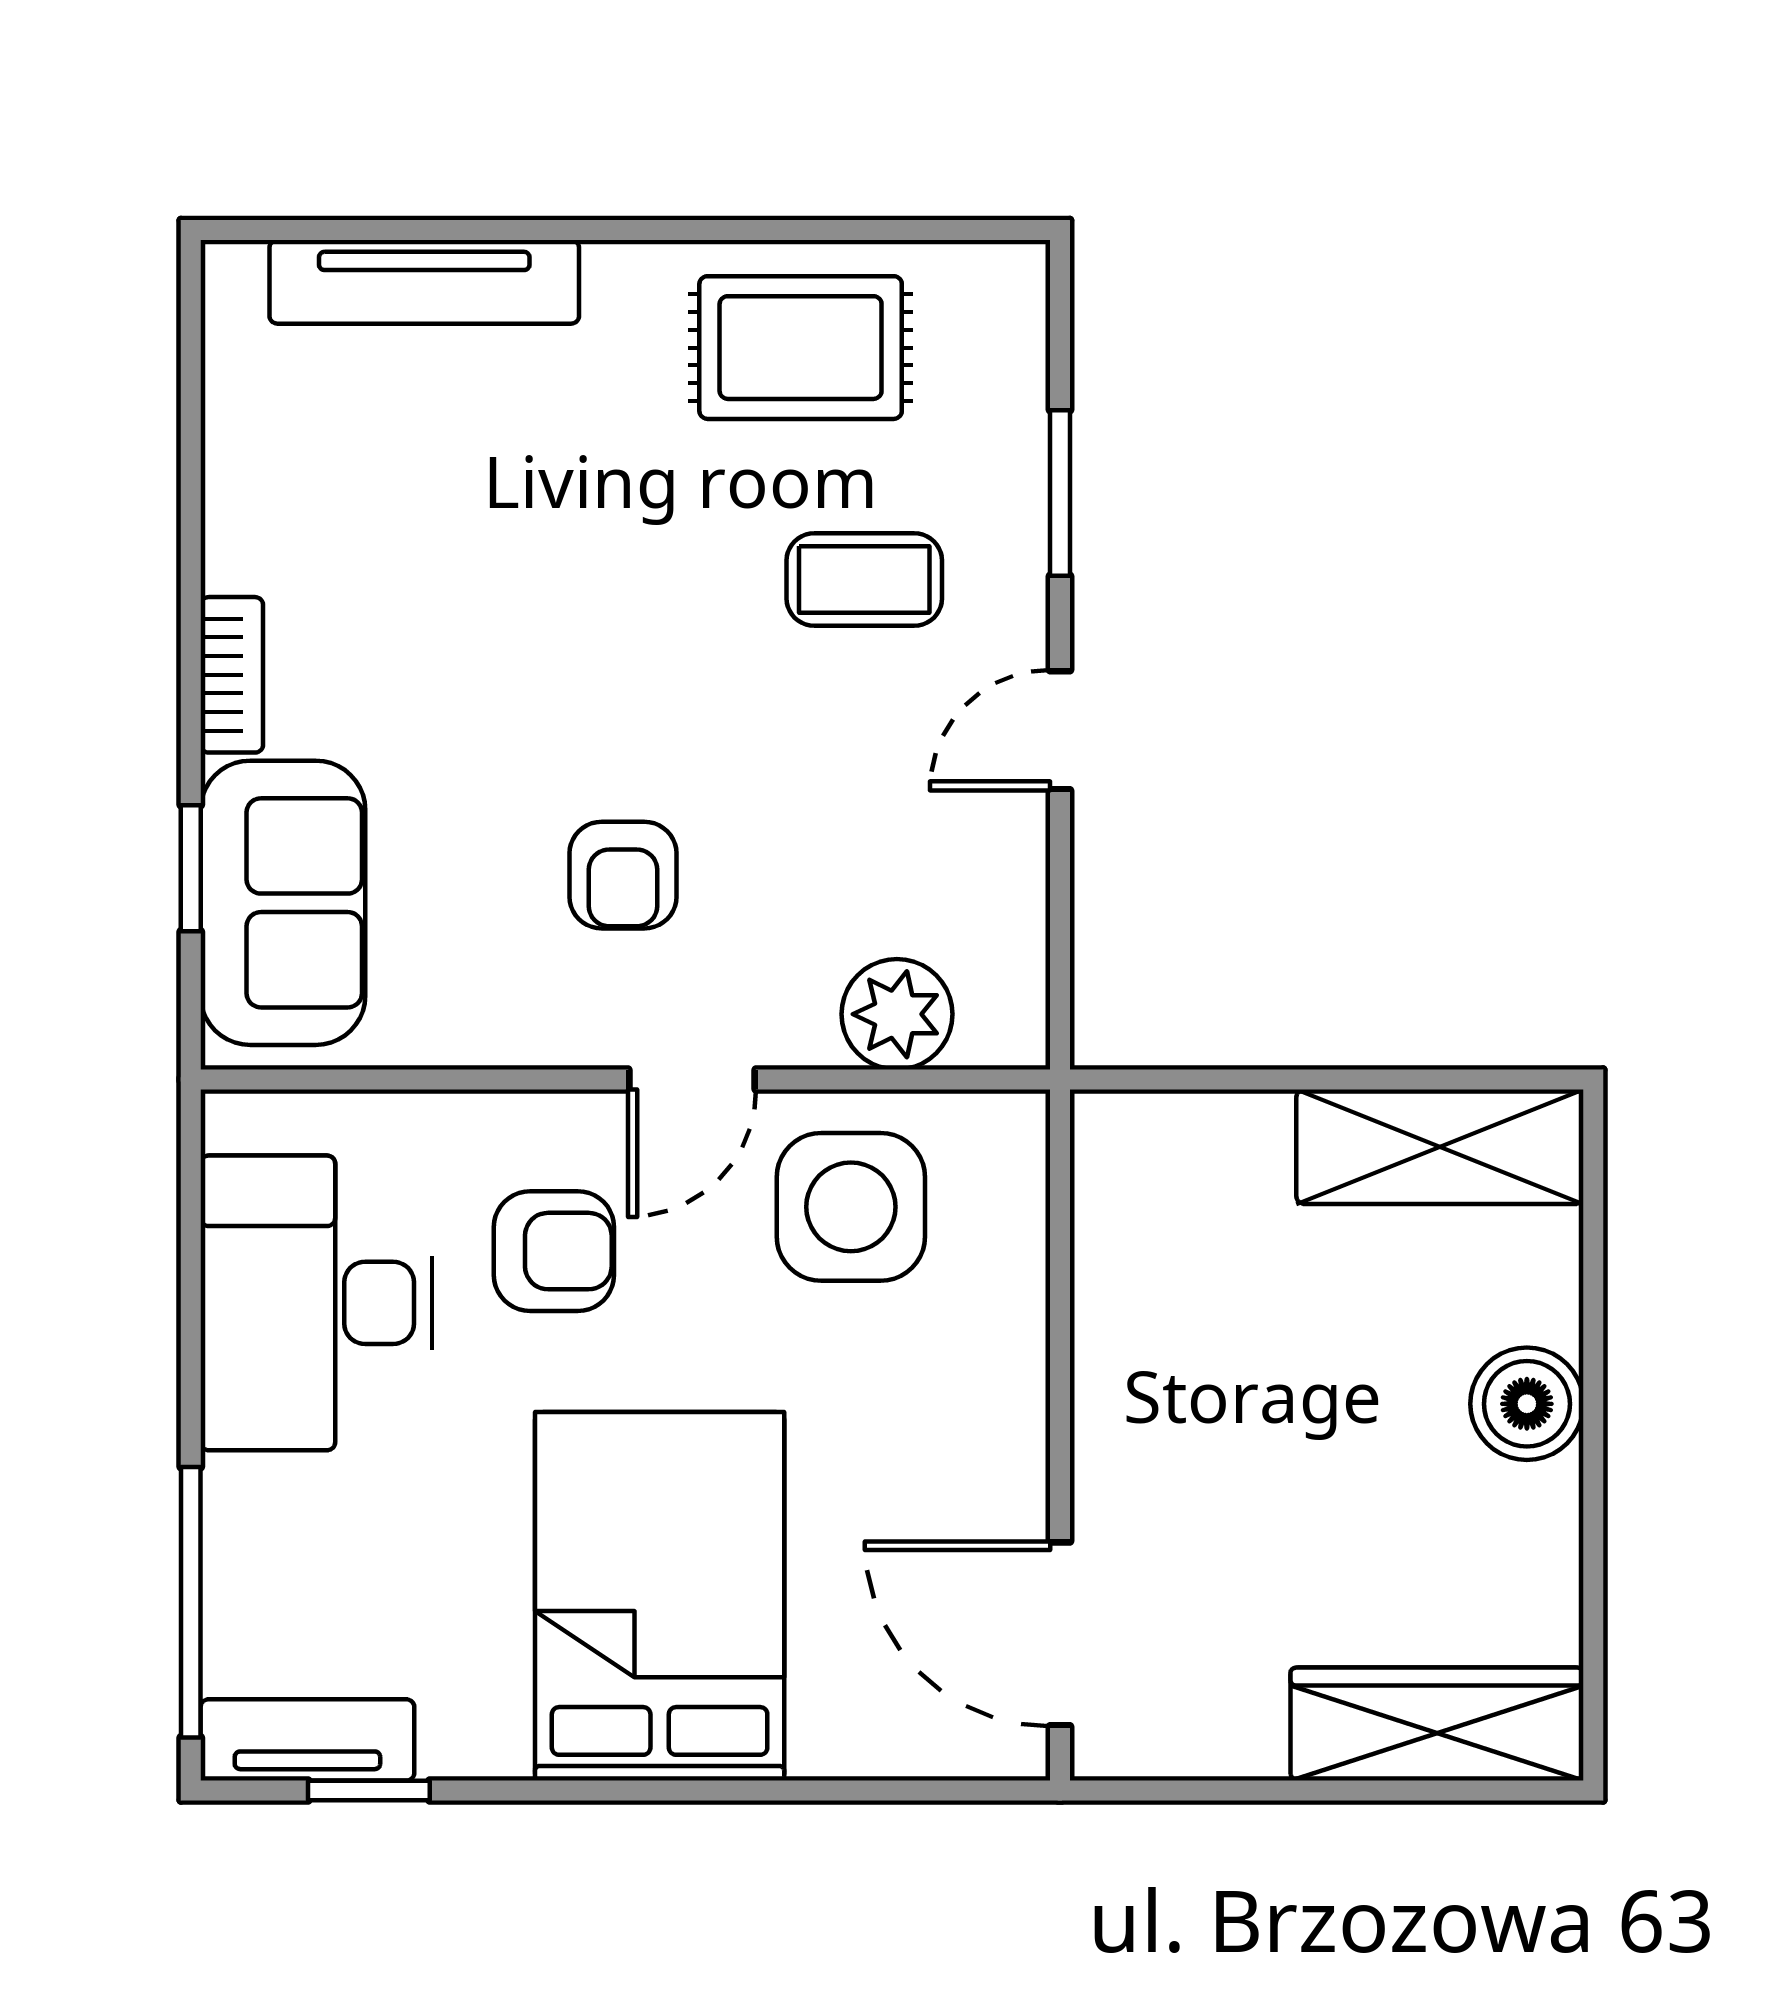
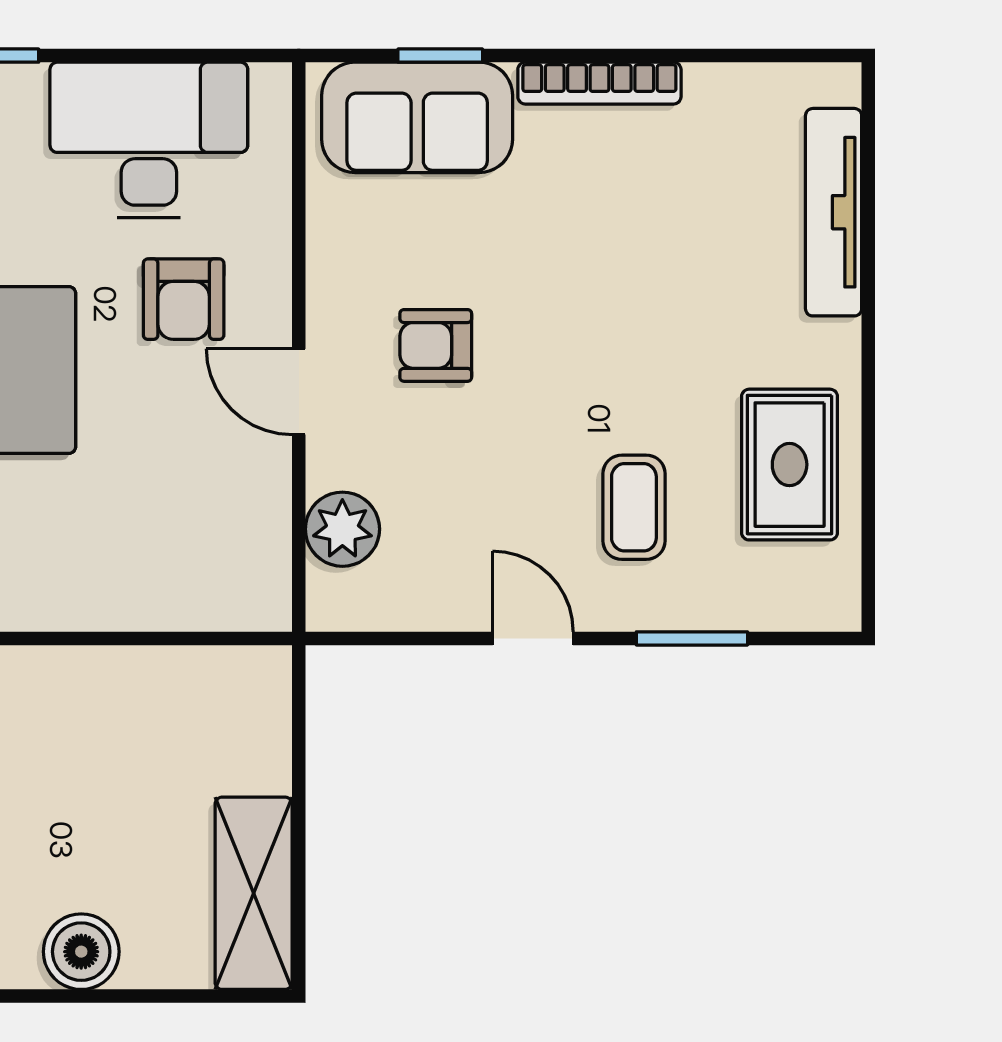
bookcase: (232, 675) -> (599, 83), width x1.56
side table: (851, 1207) -> (213, 498), removed

